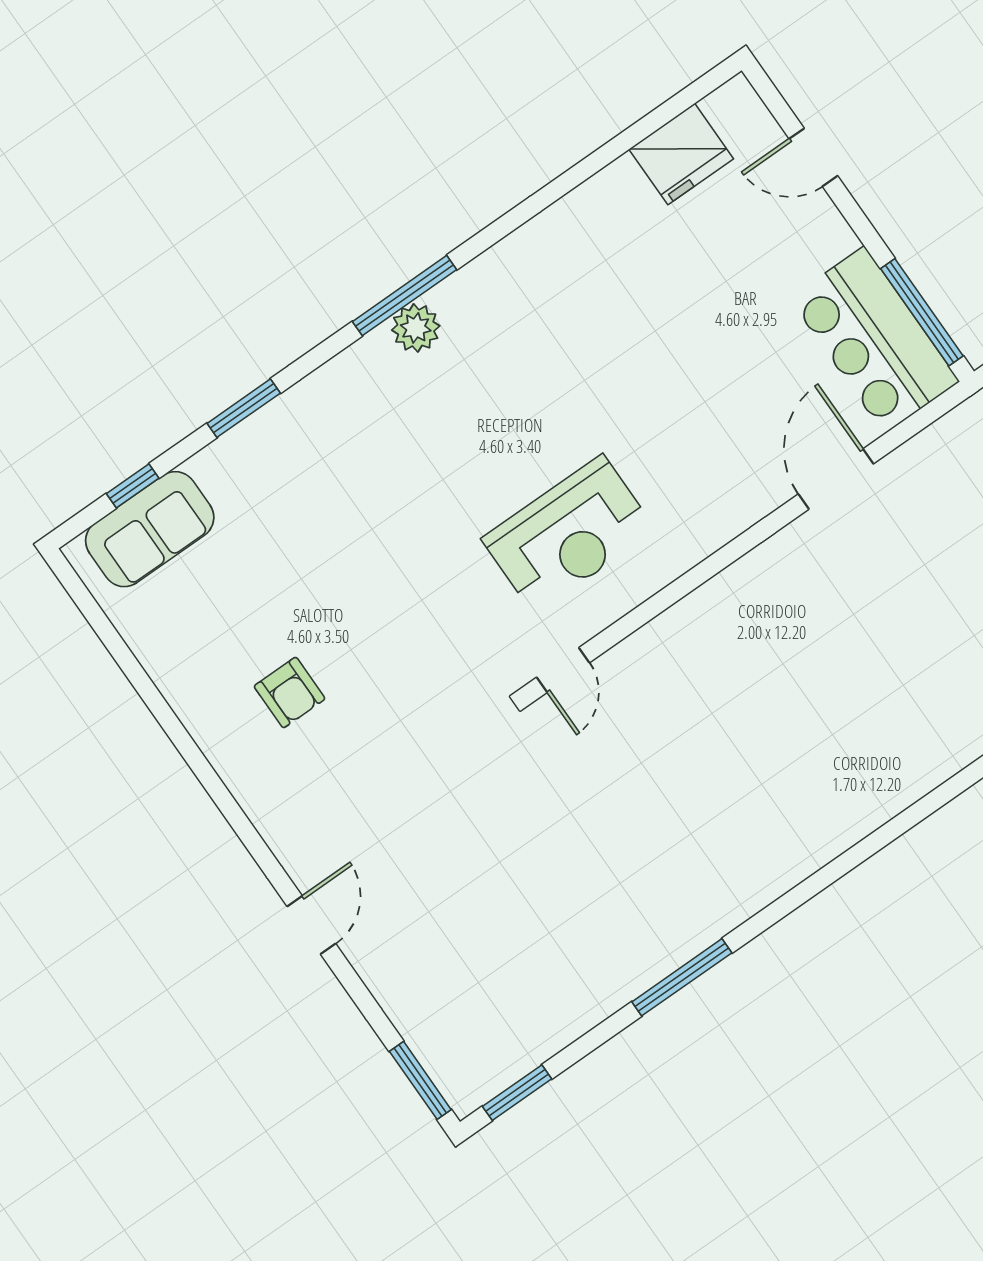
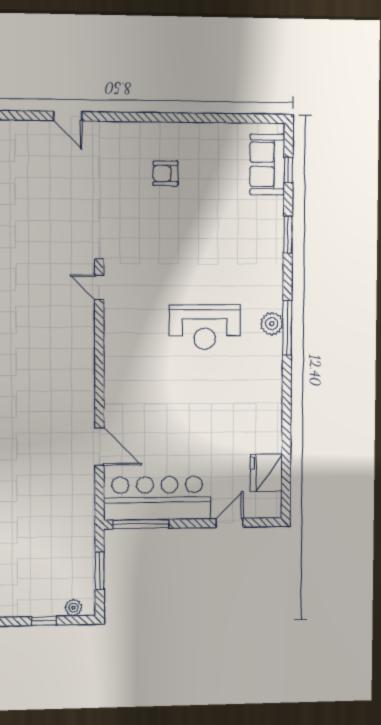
bar counter: (874, 340) -> (157, 498), width x1.36
reception desk: (569, 534) -> (205, 327), moved, turned -90

